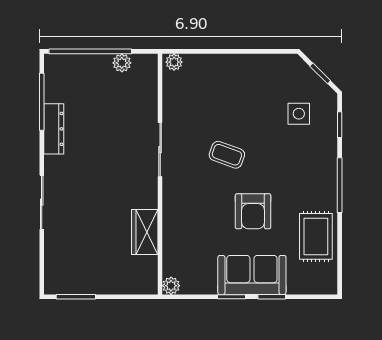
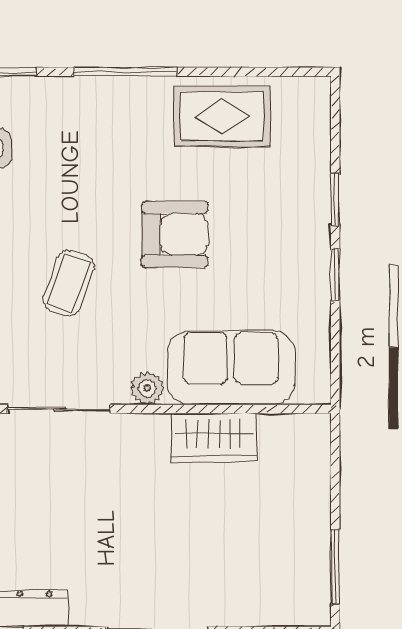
sofa: (252, 275) -> (231, 368), moved, turned 90
plant: (171, 286) -> (147, 388), moved

